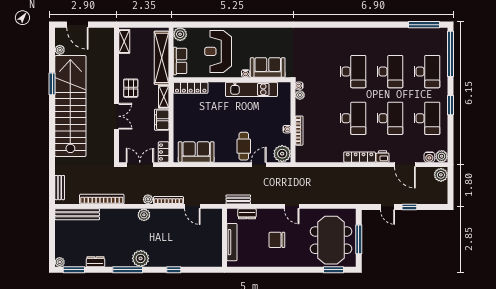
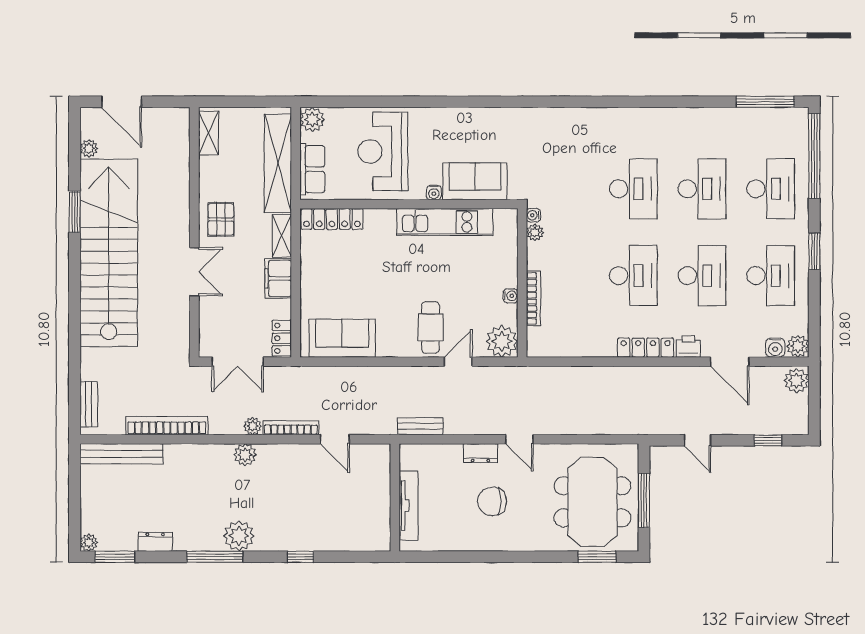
double door: (140, 165) -> (238, 362), swing flipped
window: (409, 207) -> (768, 440), moved
dresser: (247, 214) -> (480, 453), moved

